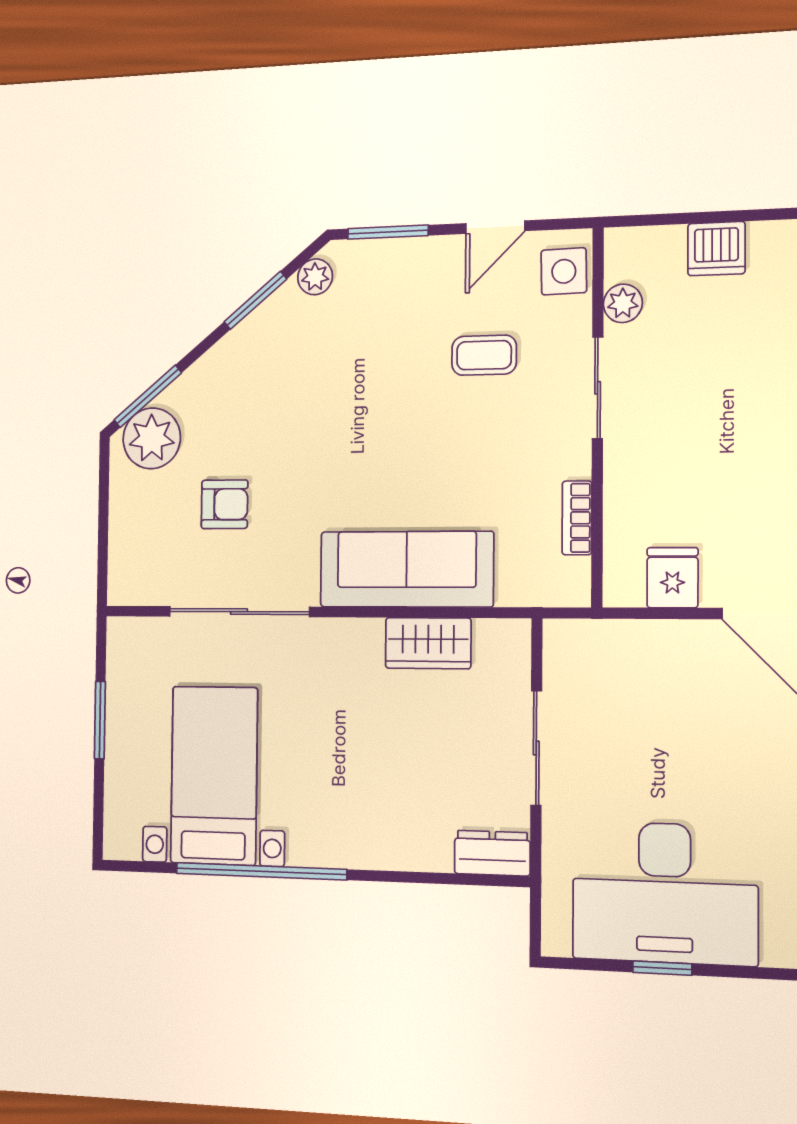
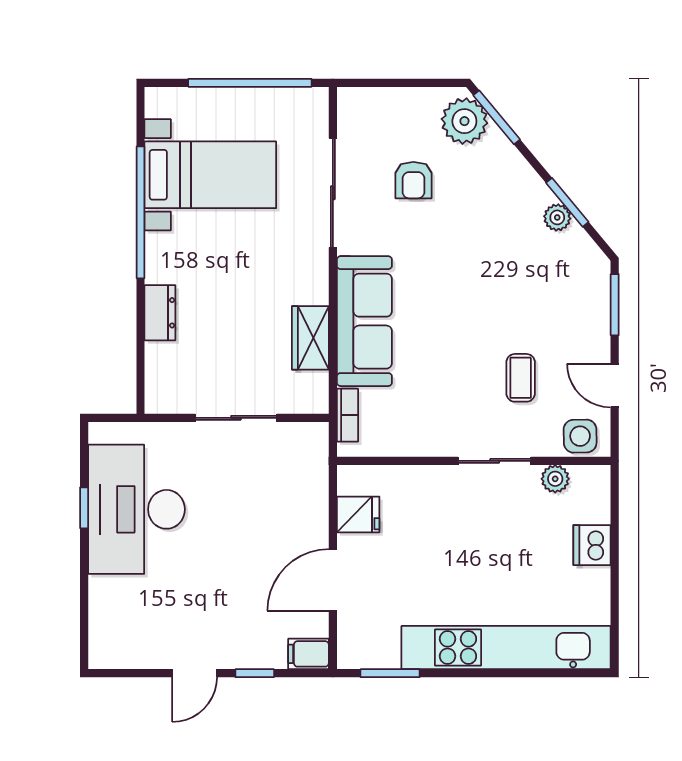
plant: (315, 277) -> (557, 217), moved
bookcase: (577, 518) -> (347, 415), moved, turned 90
window: (100, 720) -> (250, 83), width x2.11
dresser: (492, 853) -> (160, 313), moved

